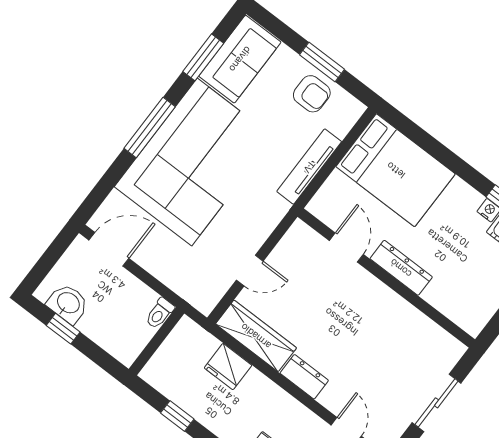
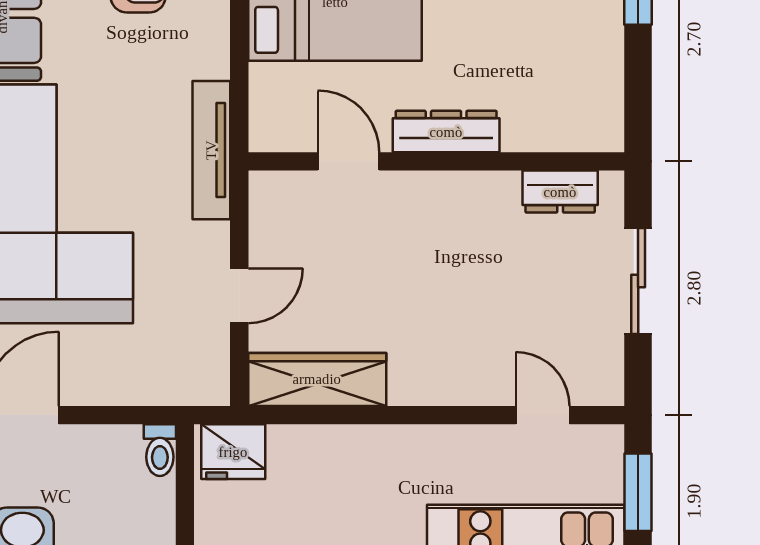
tv unit: (309, 167) -> (211, 150), moved
fridge: (228, 367) -> (233, 452), moved
dresser: (304, 377) -> (560, 192), moved, turned 180

